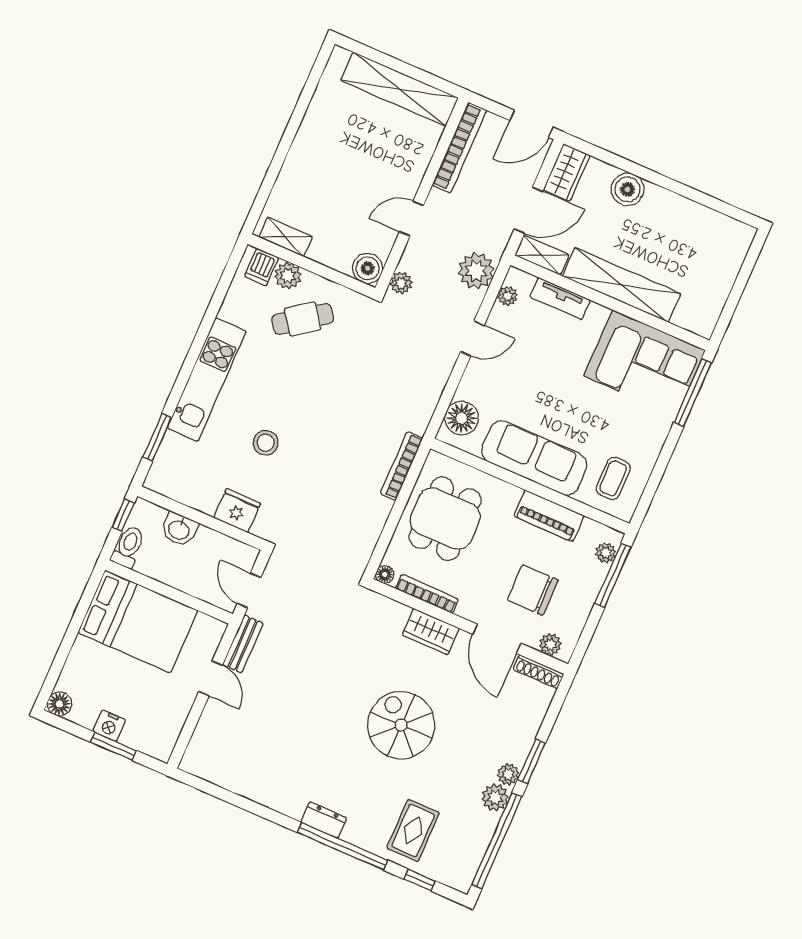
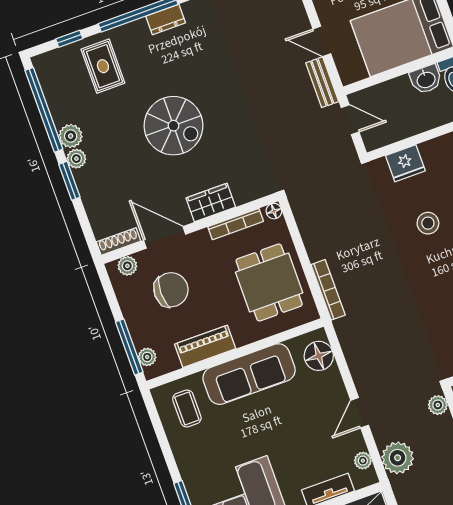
washbasin: (179, 529) -> (426, 79), moved, turned 180

